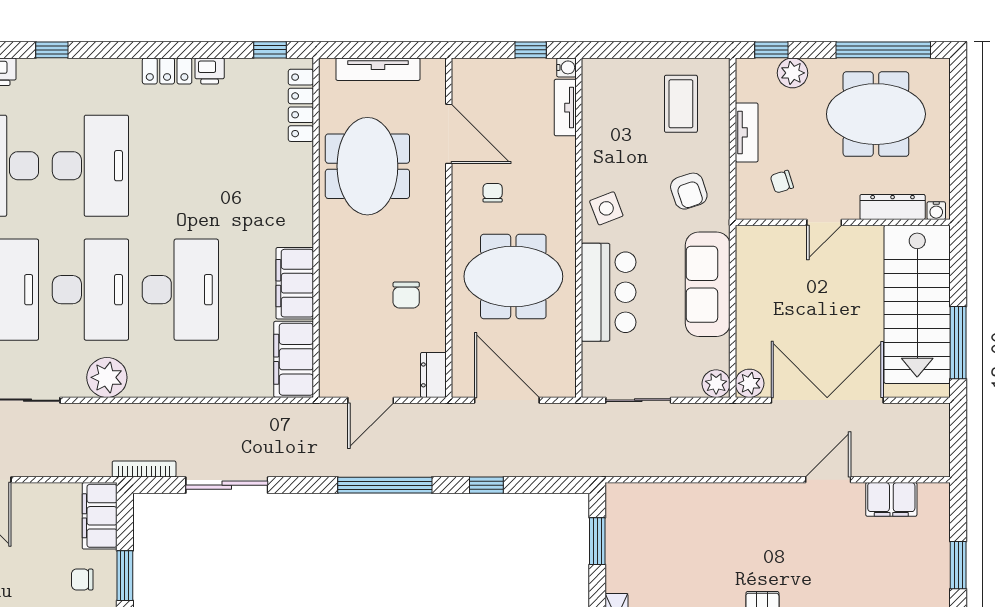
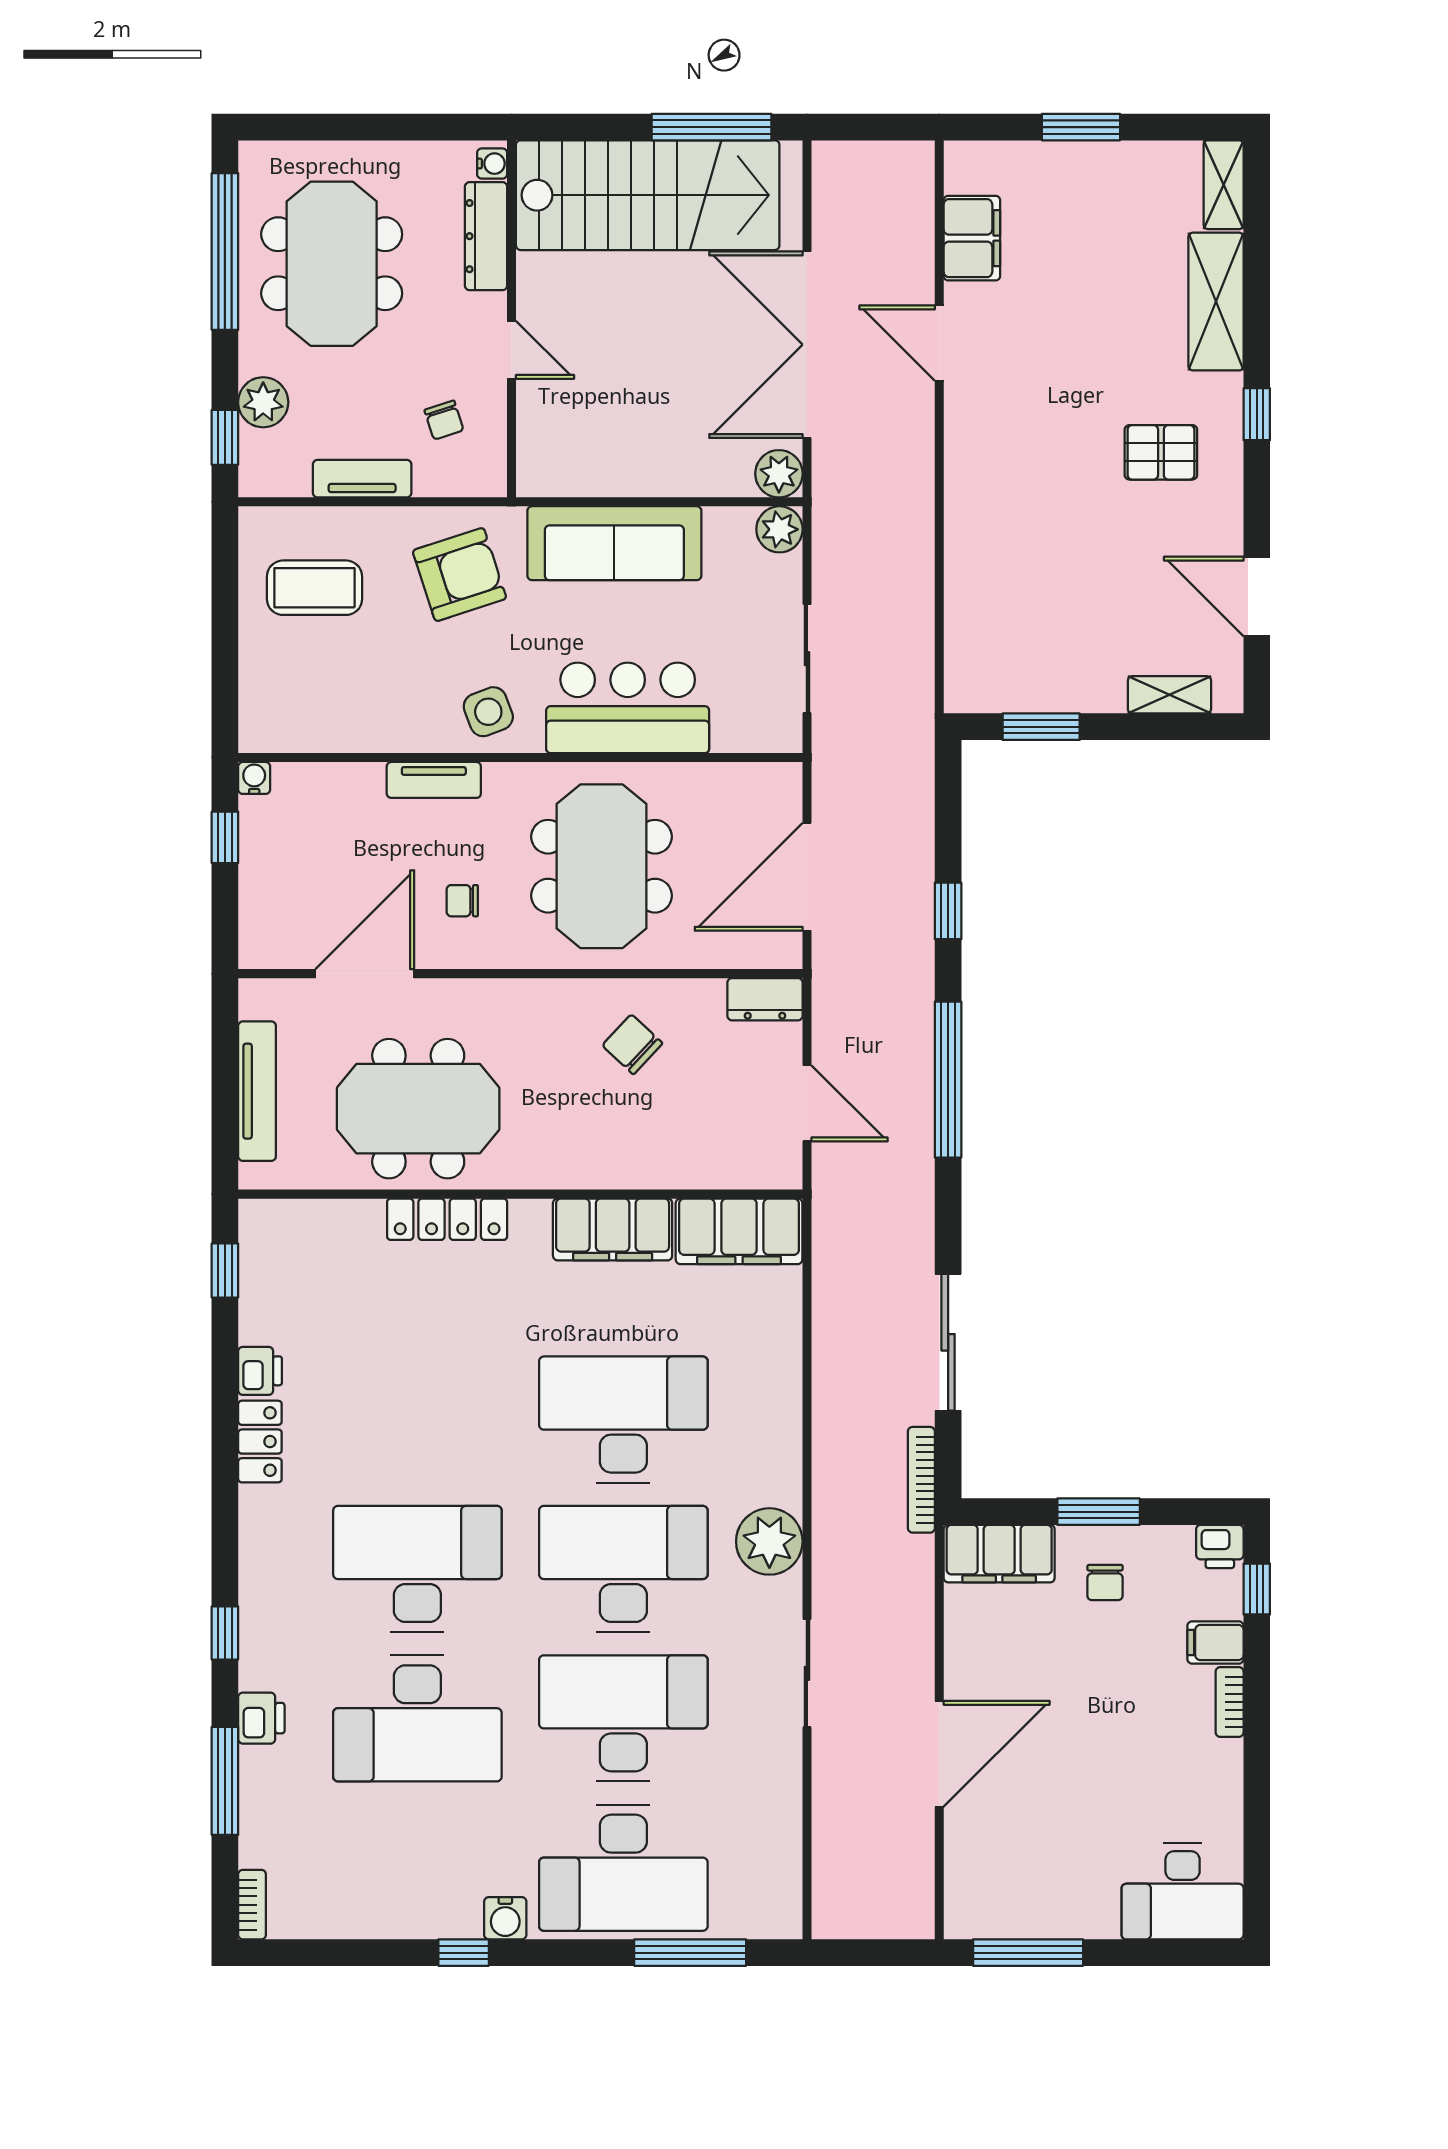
locker: (301, 105) -> (447, 1219), moved
tv unit: (565, 108) -> (434, 780), moved
armchair: (689, 191) -> (459, 575), width x1.38, depth x1.38
chair: (406, 295) -> (632, 1044), turned -137

